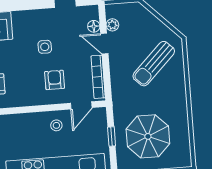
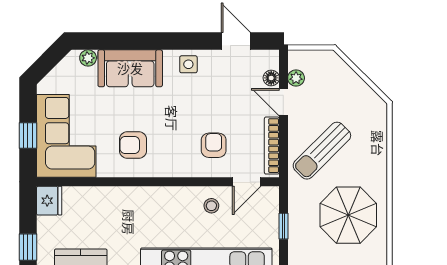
side table: (45, 47) -> (188, 64), moved
sun lounger: (154, 64) -> (322, 151), moved
parasol: (148, 136) -> (348, 215), moved

